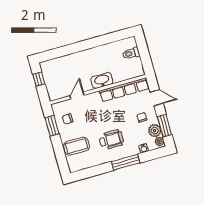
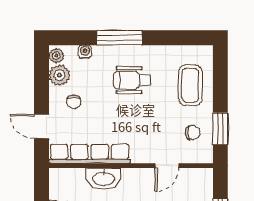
washbasin: (102, 80) -> (104, 178), moved
window: (164, 126) -> (42, 79), removed
coffee table: (77, 146) -> (190, 85), turned 90

